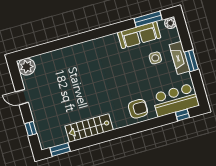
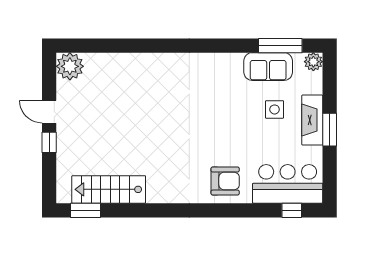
sofa: (139, 35) -> (268, 67), width x0.73
stairs: (89, 128) -> (109, 189), moved
window: (31, 129) -> (49, 142), moved

